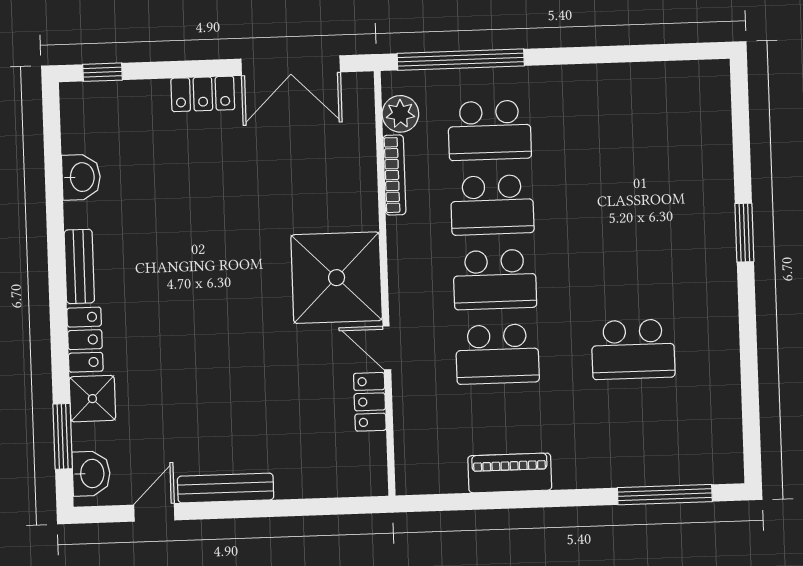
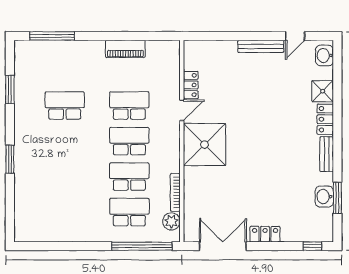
door: (387, 348) -> (182, 110), hinge flipped
window: (750, 379) -> (10, 89), added
window: (63, 436) -> (337, 198), moved

